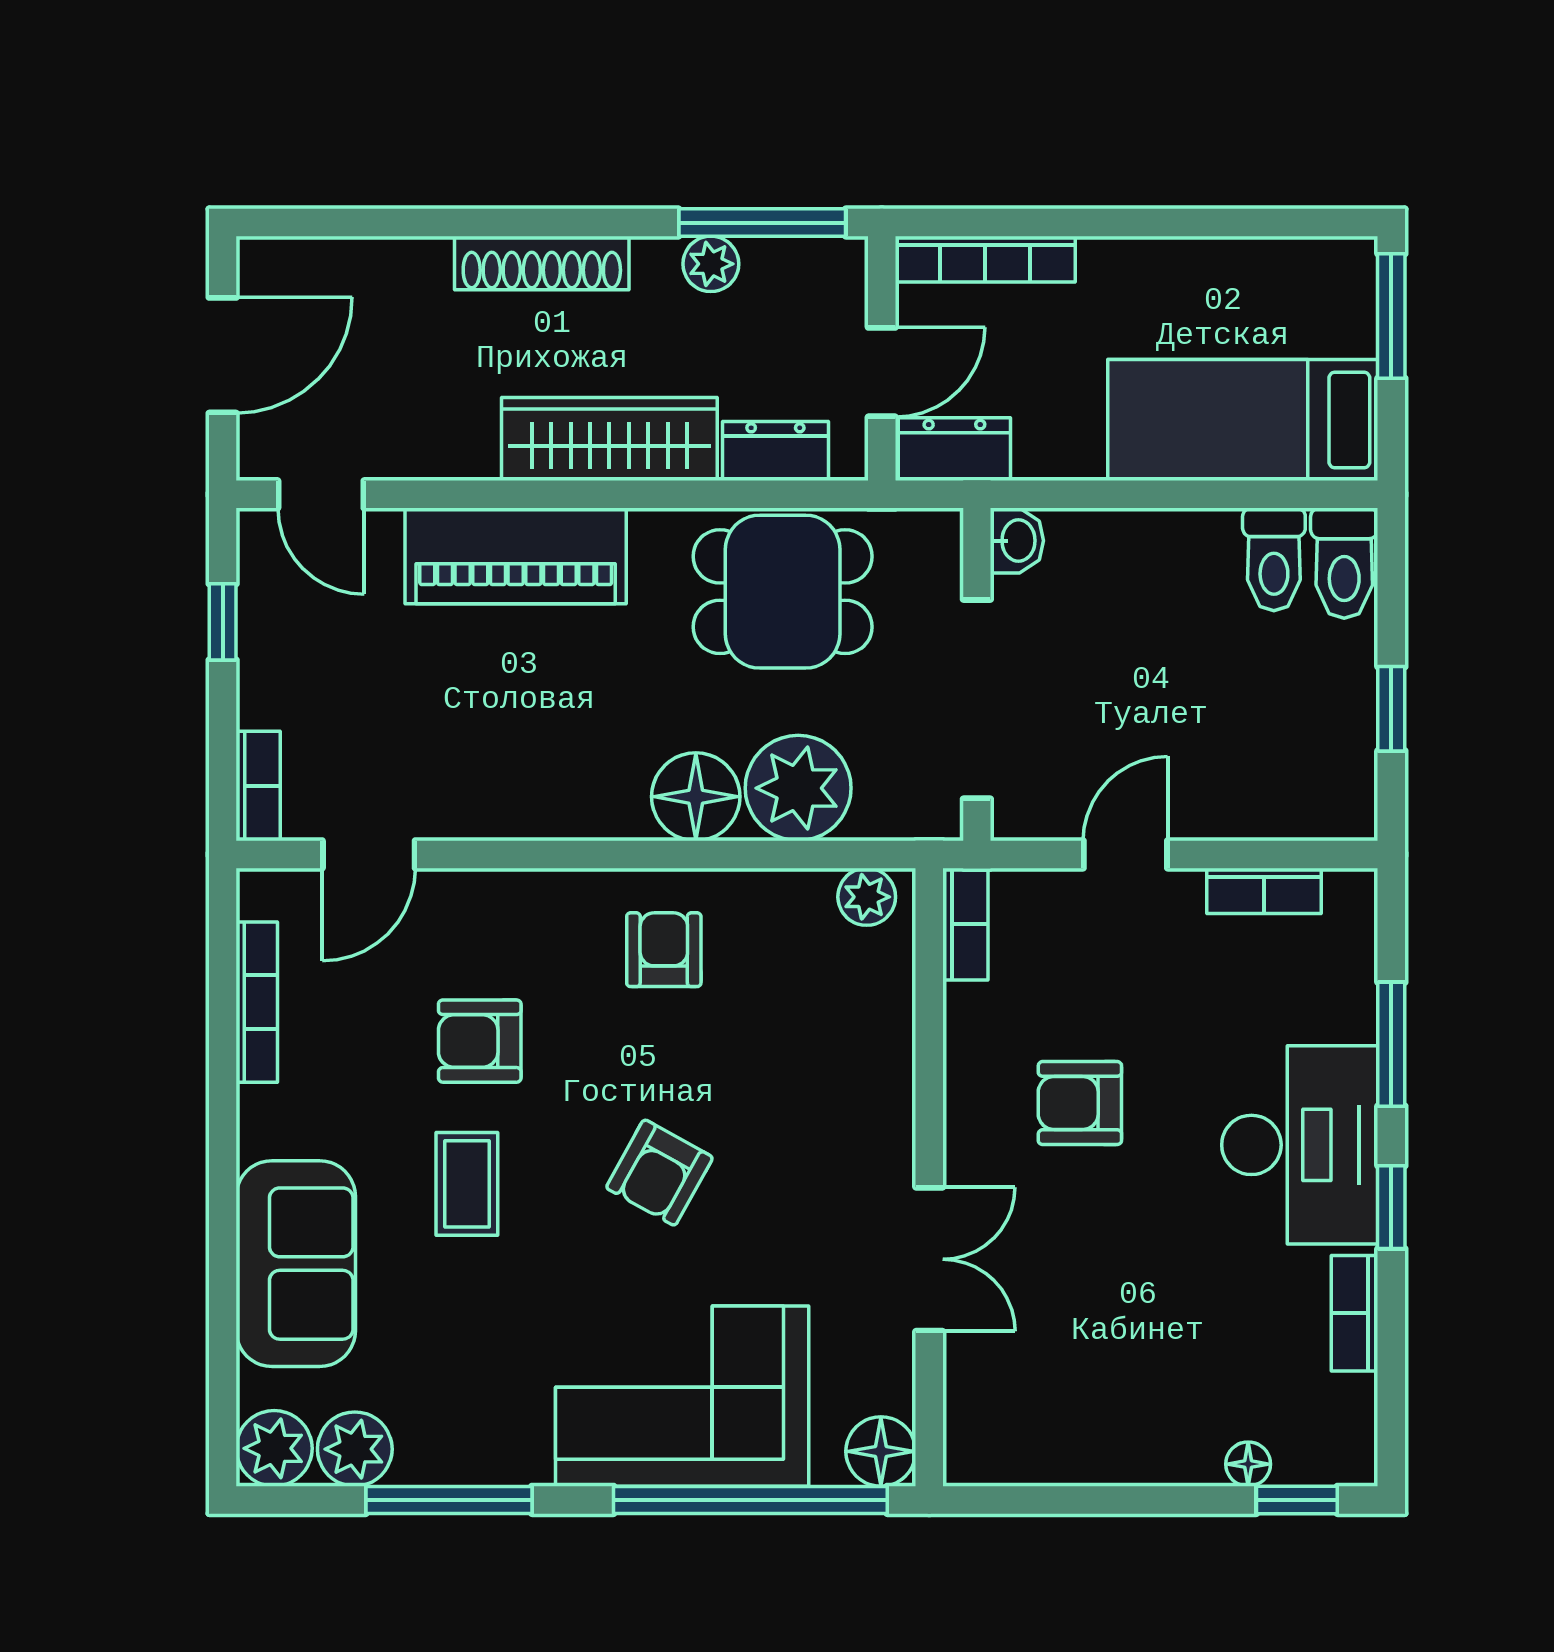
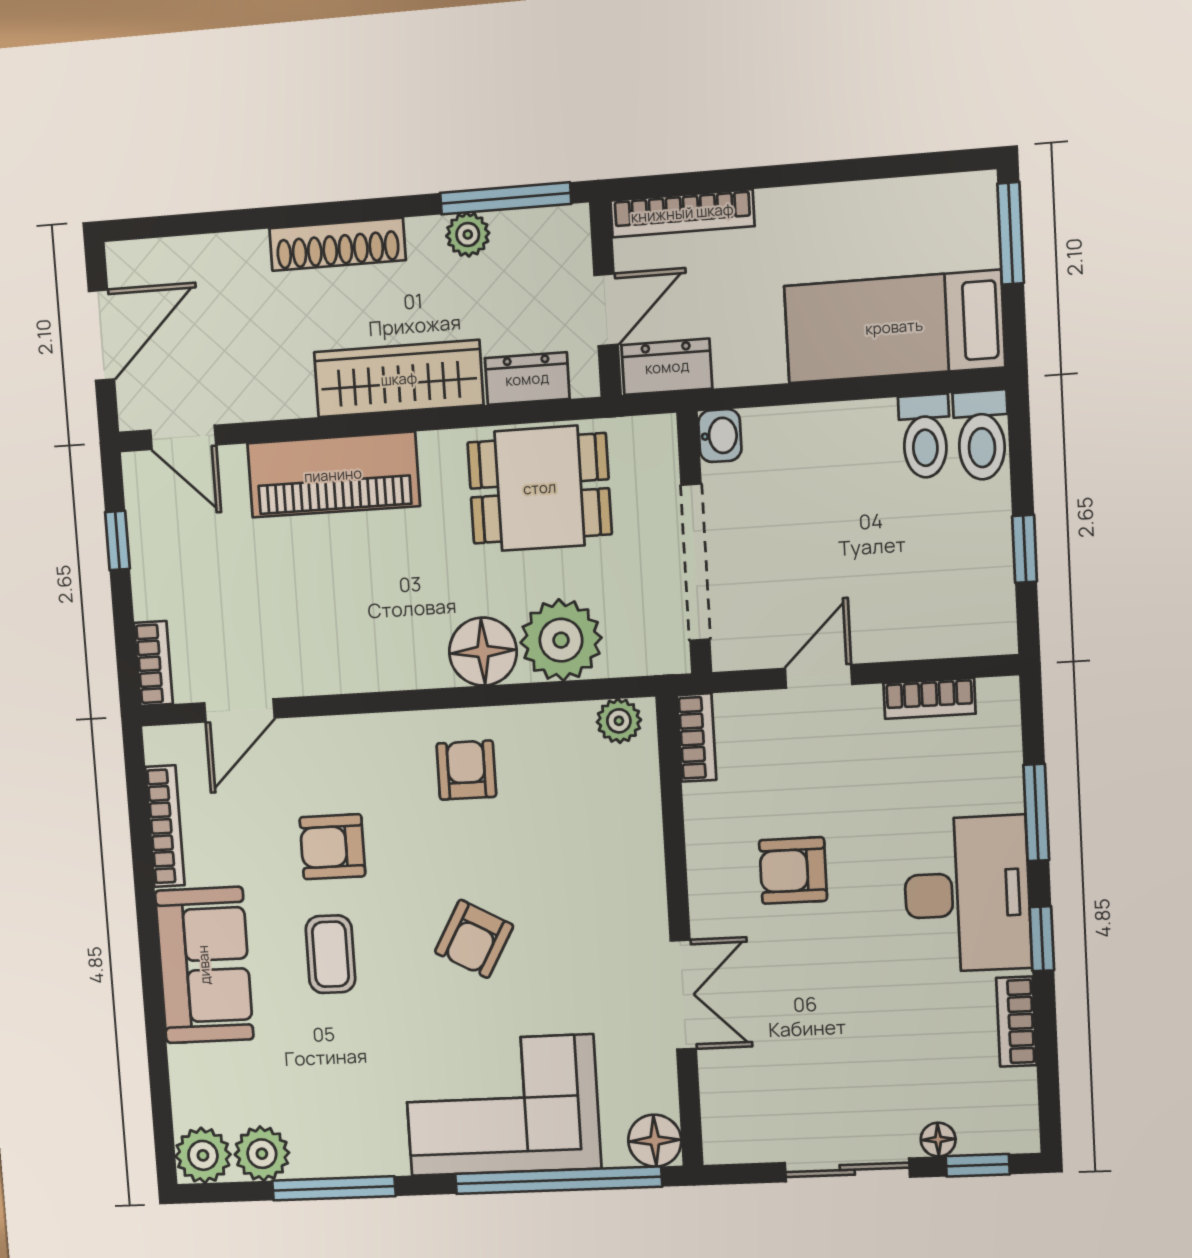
sofa: (296, 1264) -> (204, 965), moved
sliding door: (1129, 1500) -> (847, 1170), added

